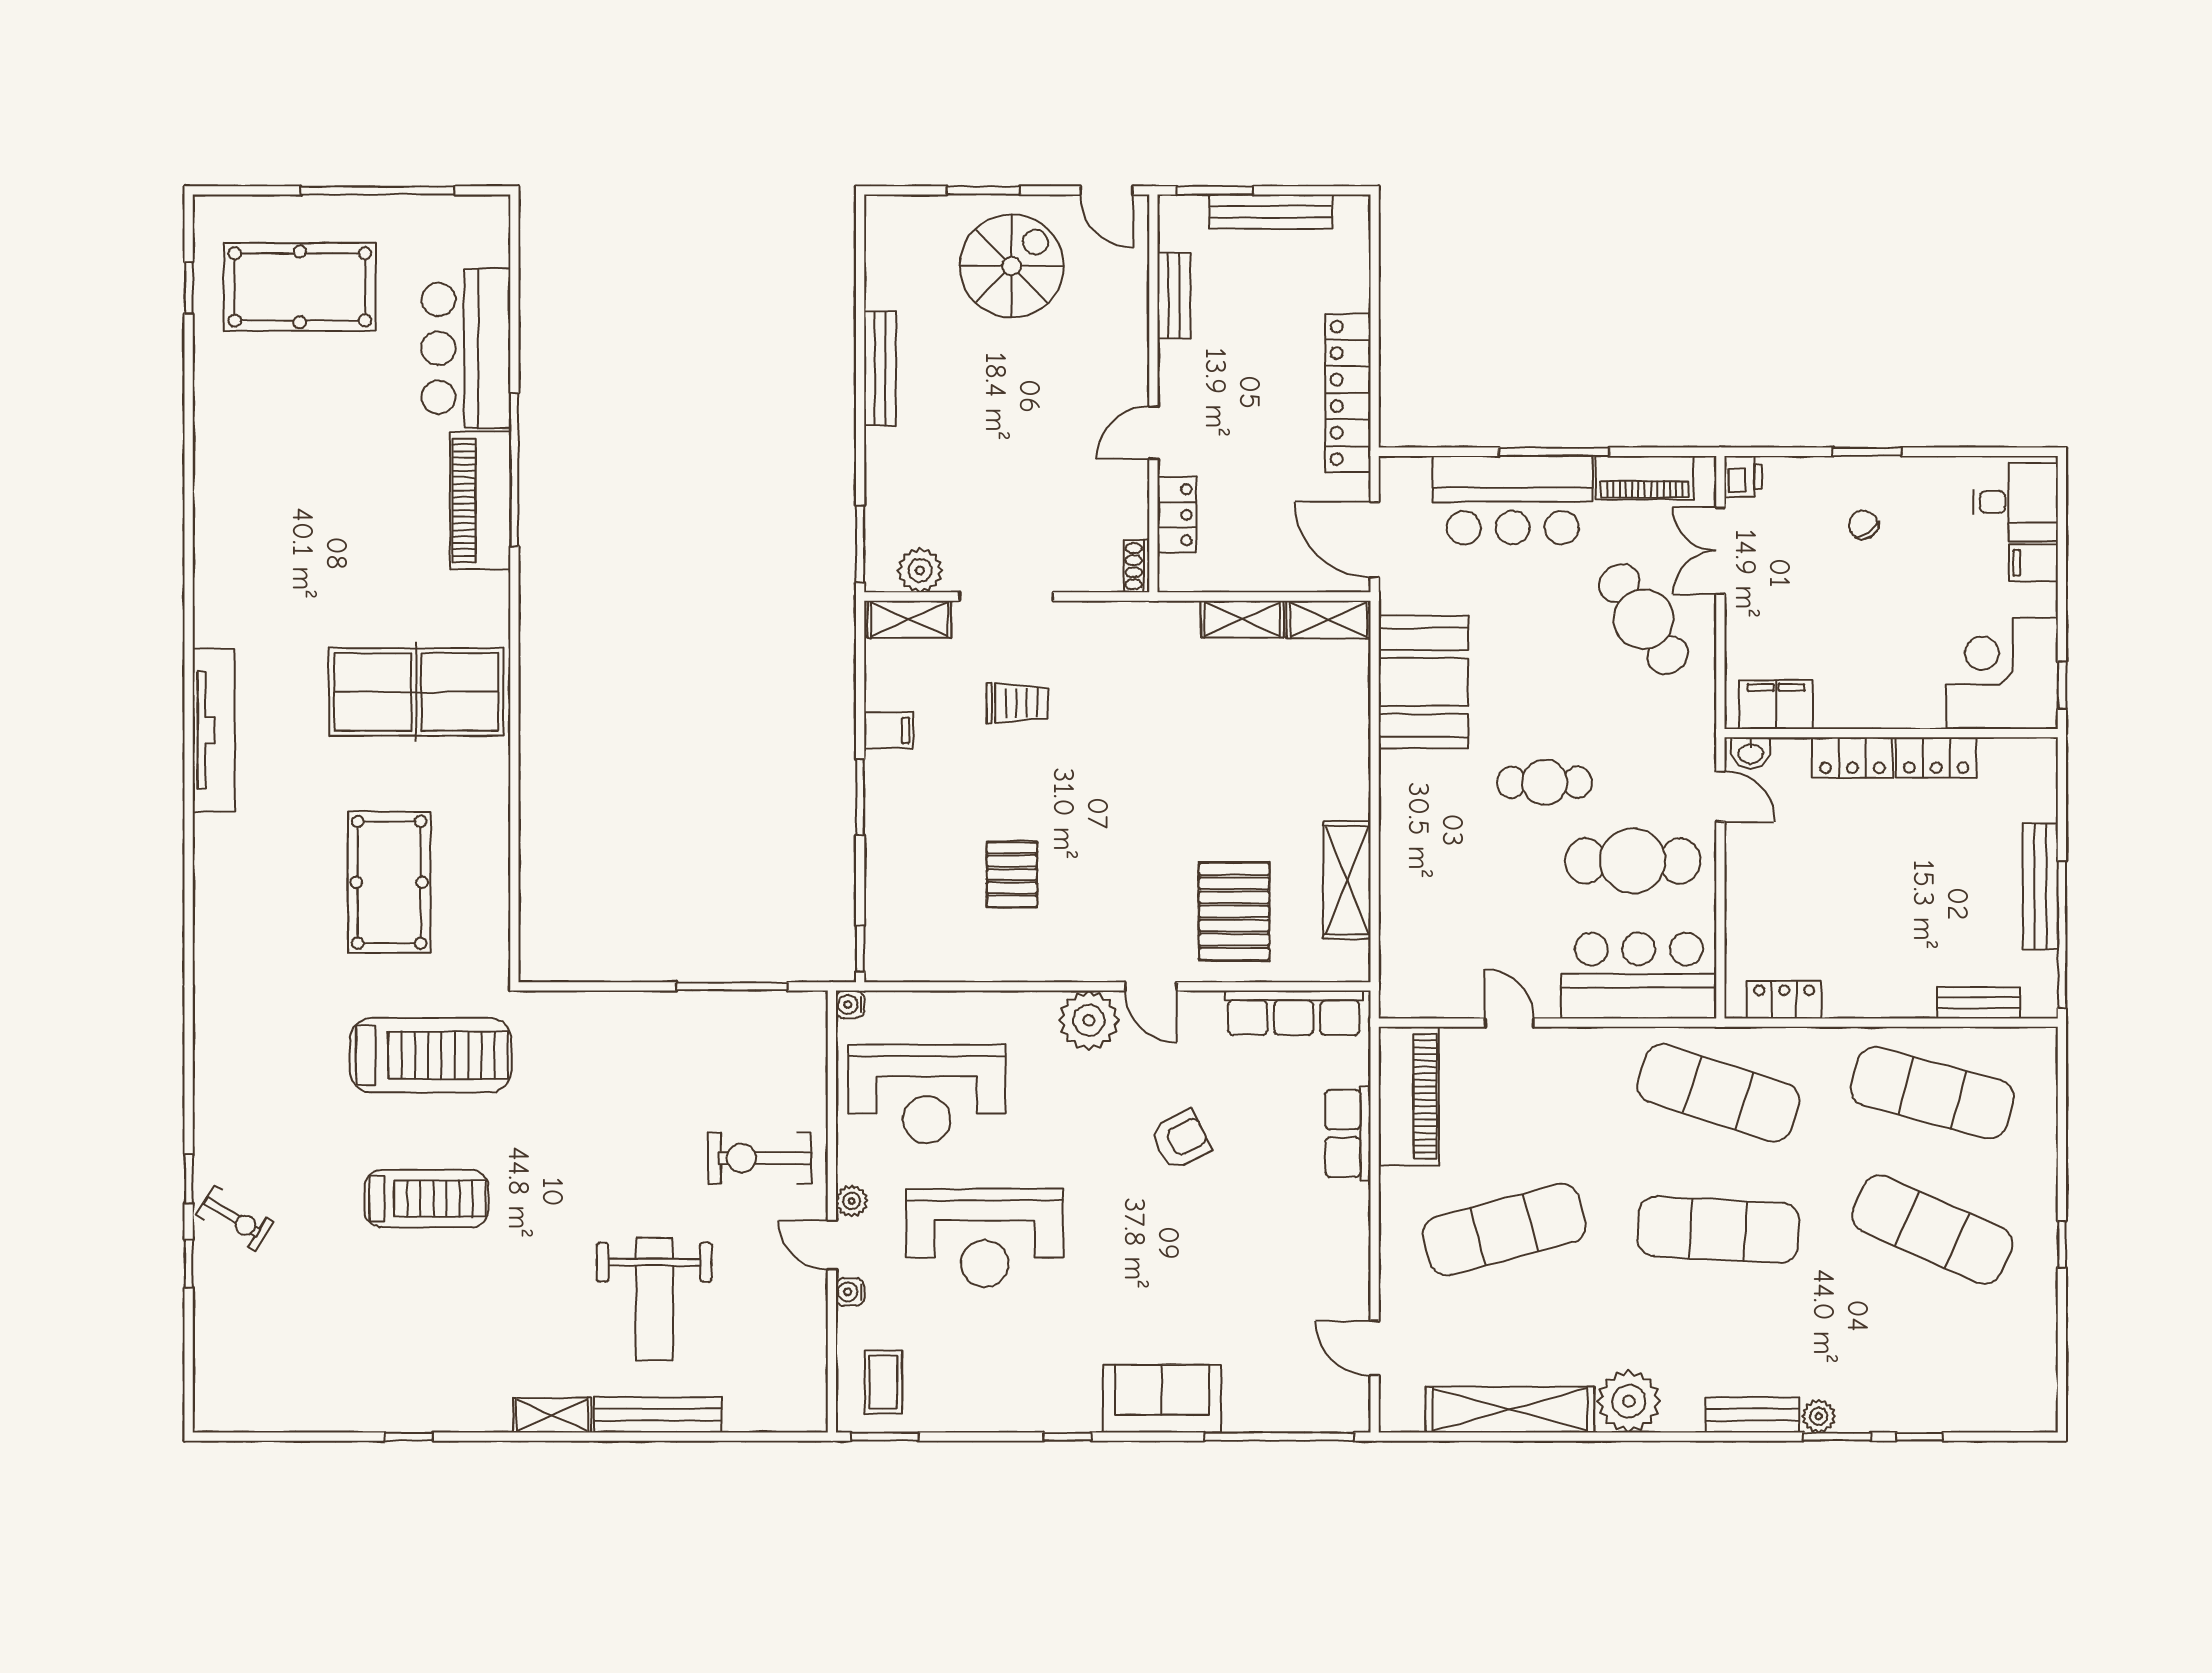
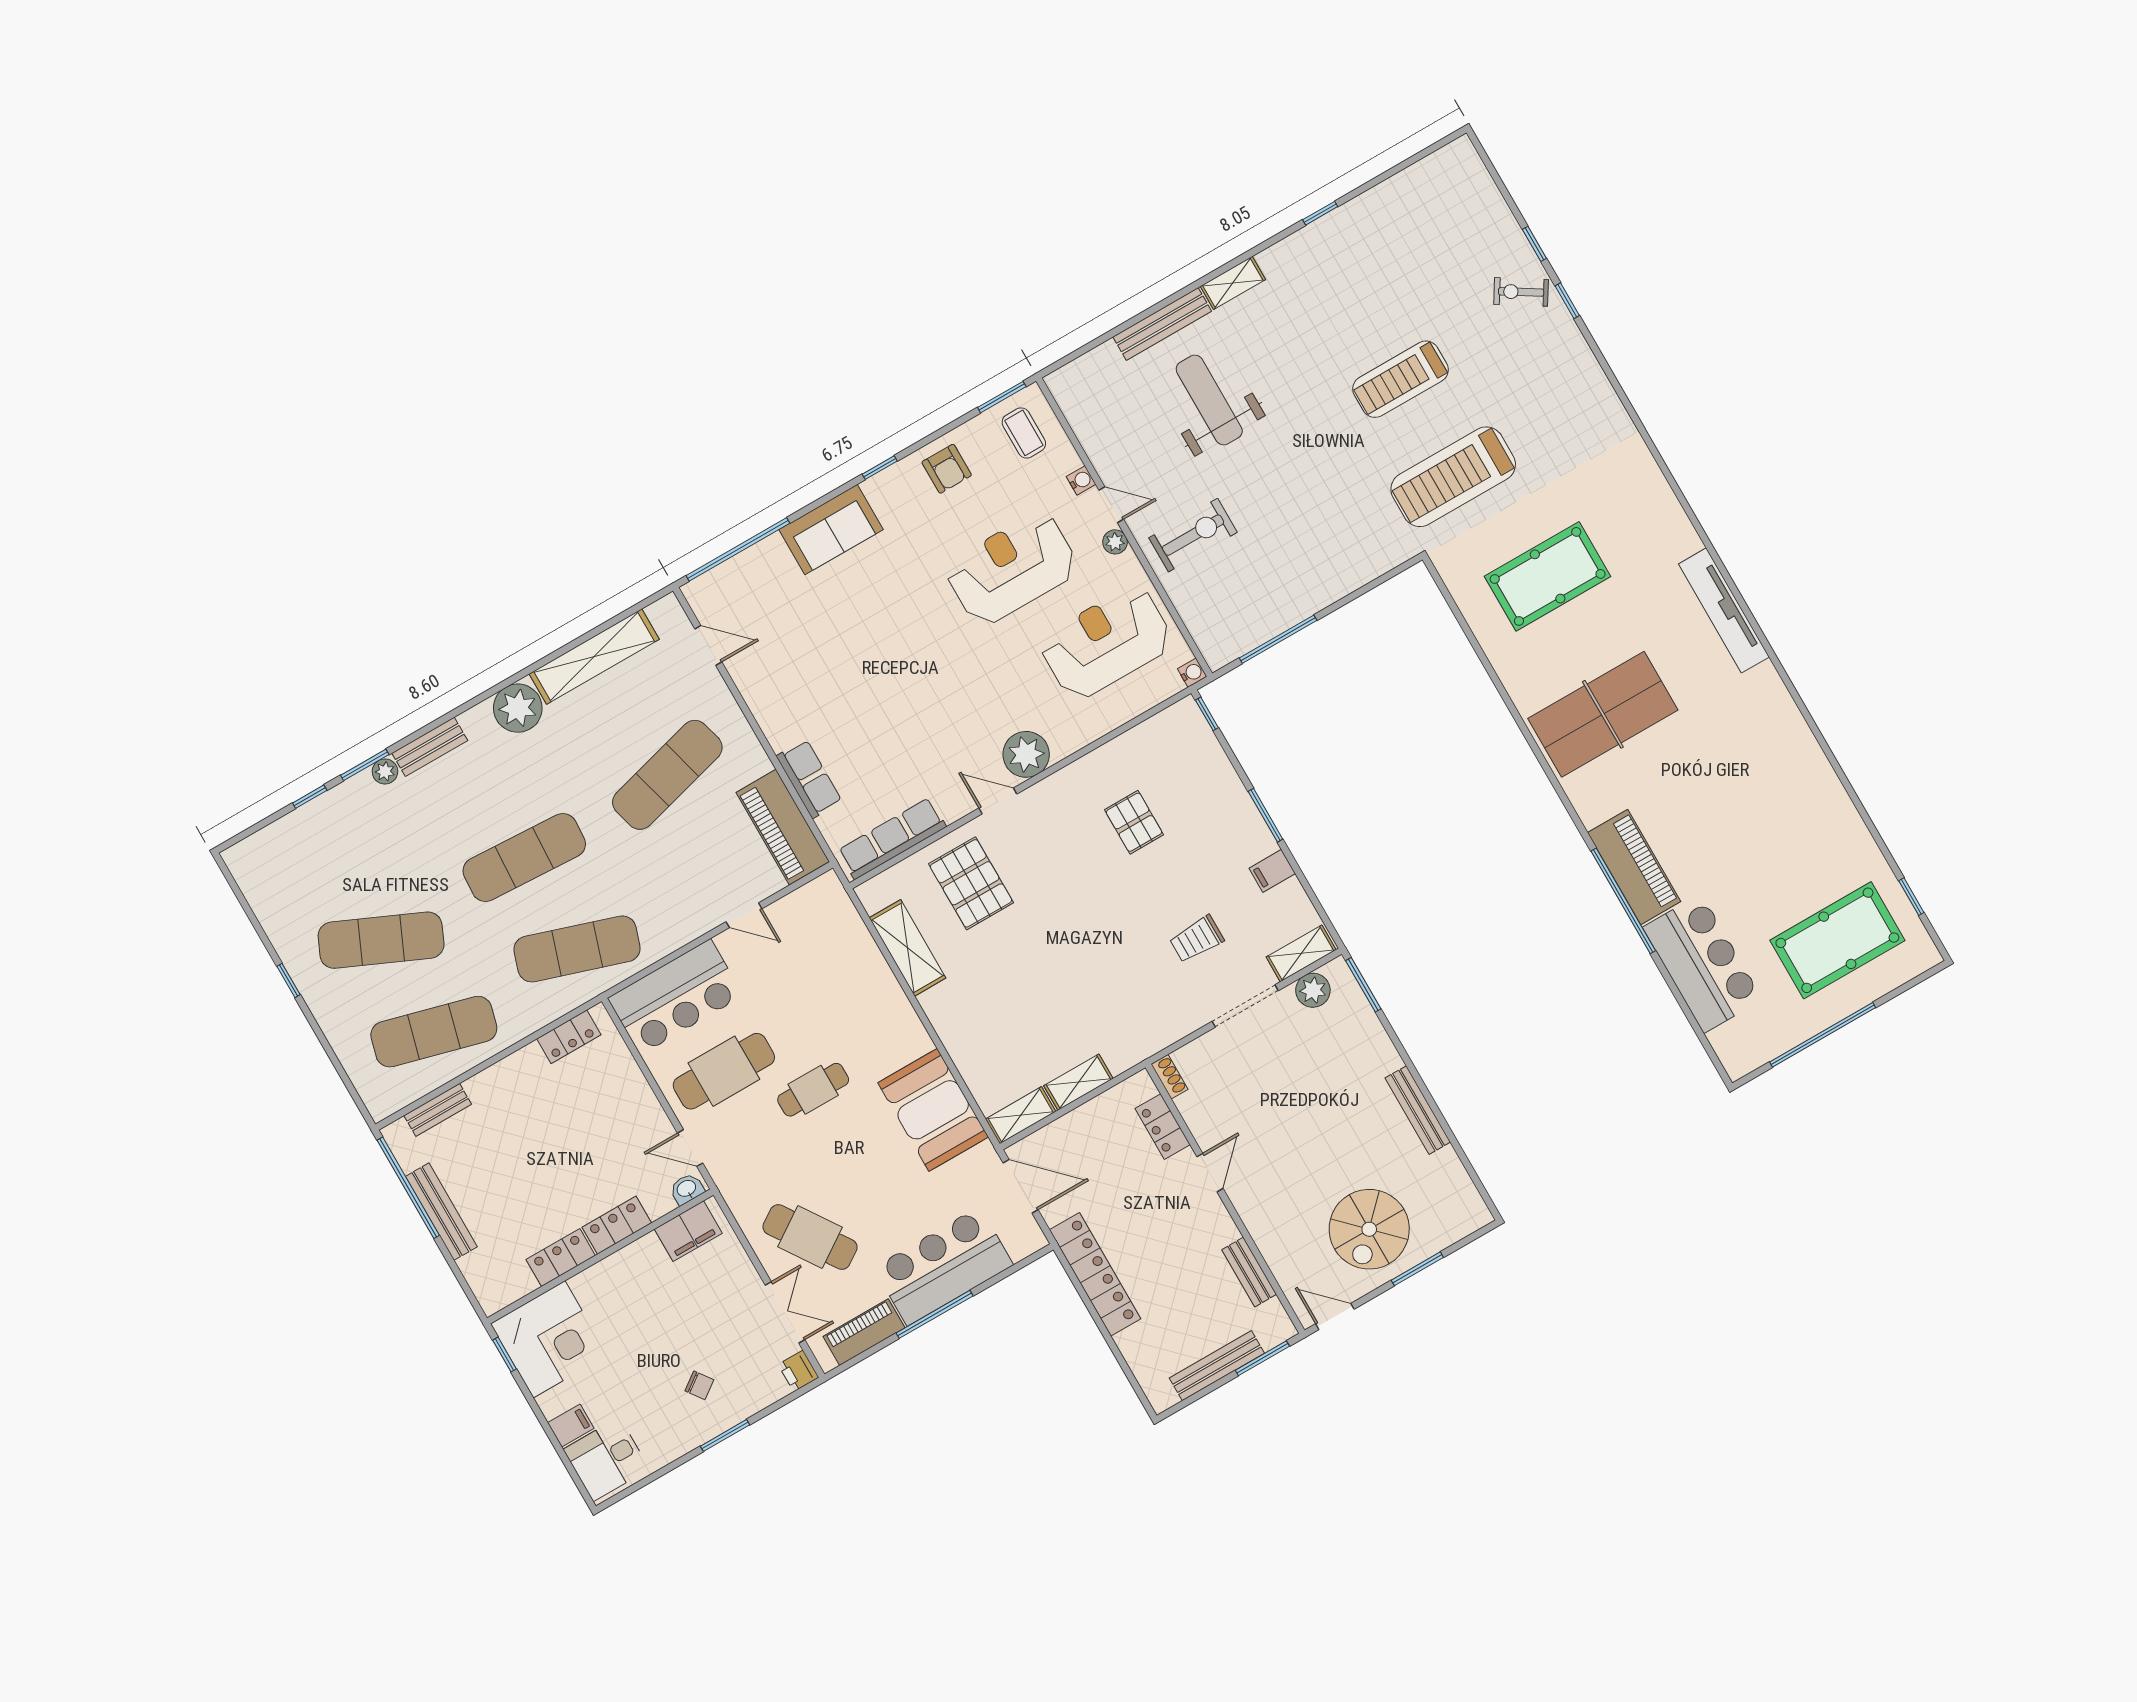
pool table: (389, 882) -> (1548, 576), turned 90
armchair: (1181, 1140) -> (947, 469), moved, turned -63

